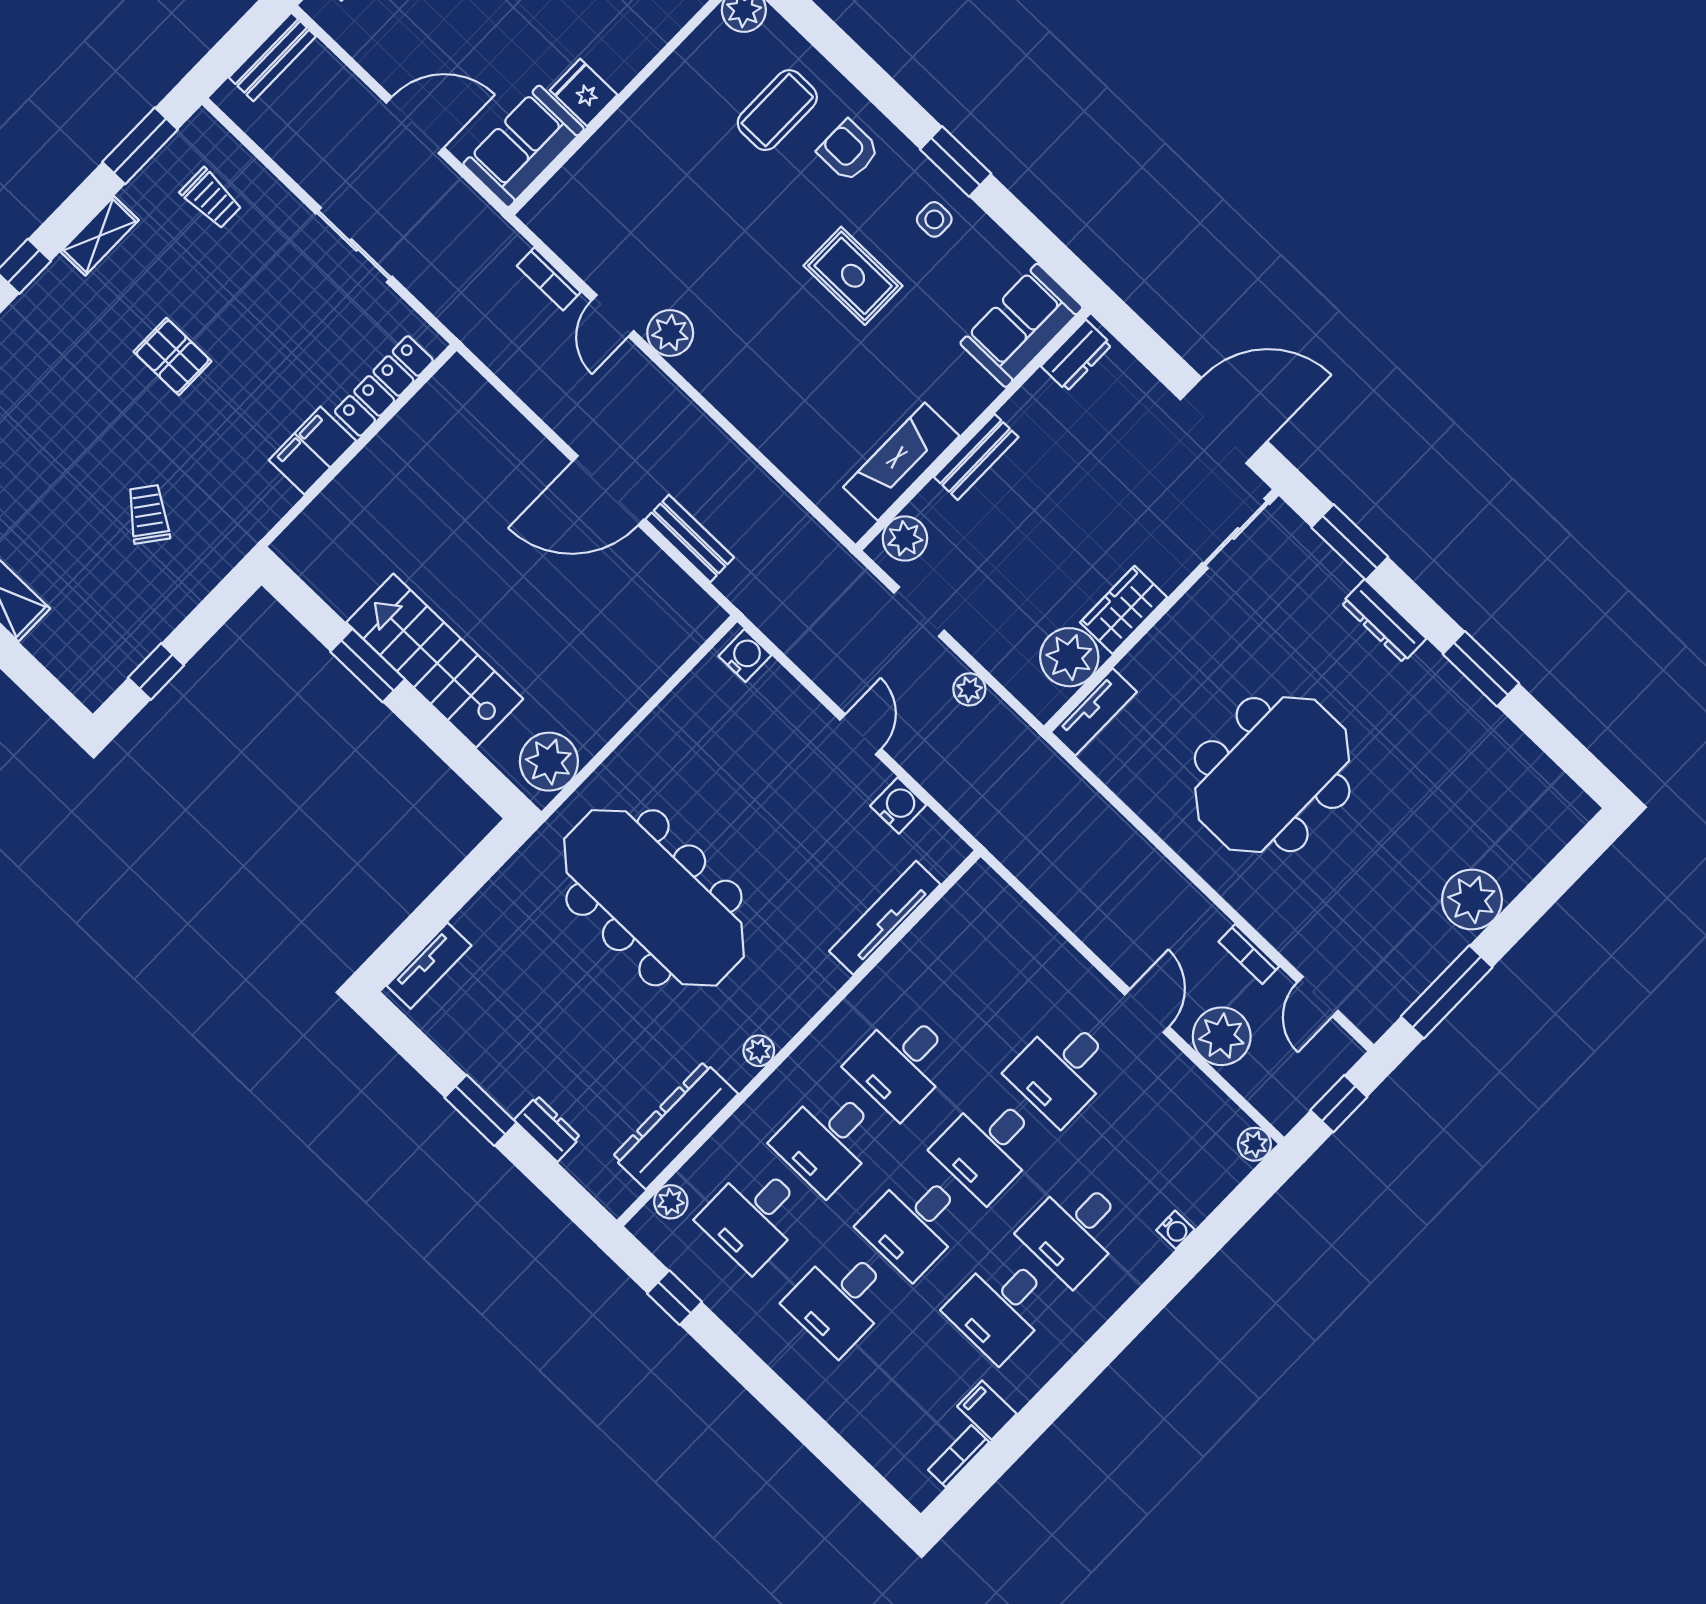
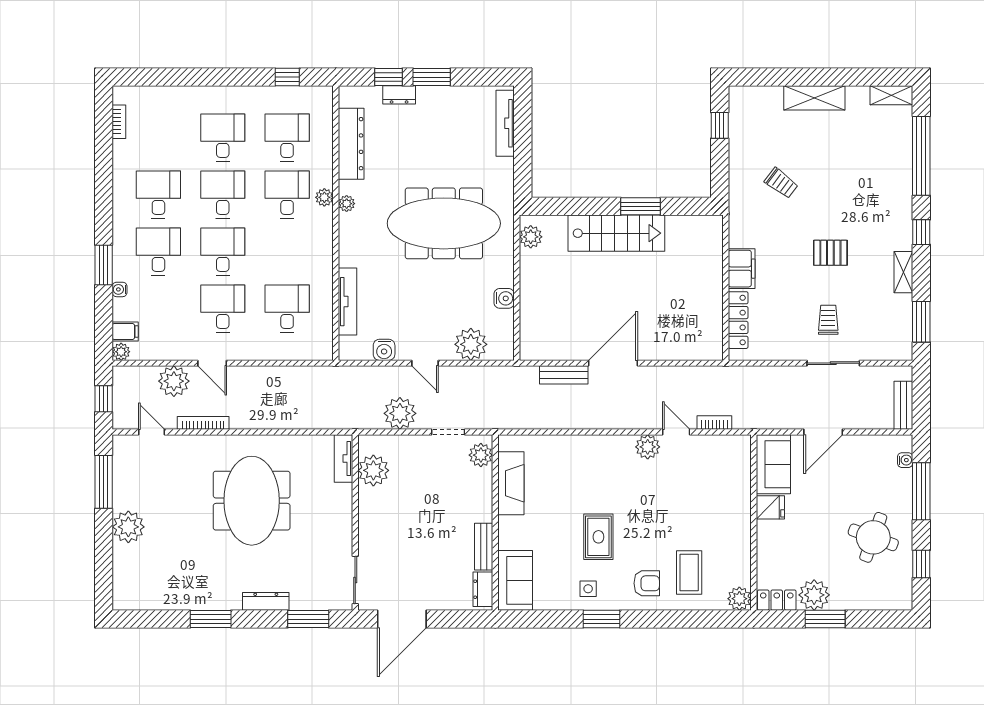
trolley: (211, 198) -> (828, 320), moved, turned 90
sliding door: (354, 245) -> (833, 363), moved
rug: (853, 276) -> (598, 537), turned 90
bench: (976, 457) -> (484, 547), moved
wardrobe: (1124, 610) -> (370, 509), removed
water cooler: (745, 656) -> (504, 298), moved, turned -90
plant: (969, 689) -> (400, 413), width x1.87, depth x1.87
plant: (775, 700) -> (471, 344), added
plant: (549, 762) -> (531, 237), width x0.73, depth x0.73
bookcase: (1249, 954) -> (203, 423), width x1.56
tv unit: (429, 966) -> (505, 123), width x1.41
desk: (901, 1063) -> (287, 309), moved
window: (539, 1166) -> (388, 77), added
plant: (671, 1202) -> (324, 197), moved
window: (1165, 1283) -> (104, 265), added
filing cabinet: (987, 1410) -> (125, 332), moved

